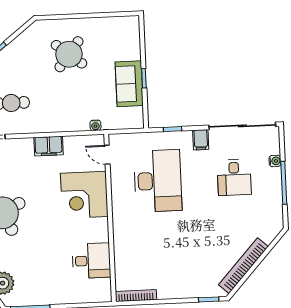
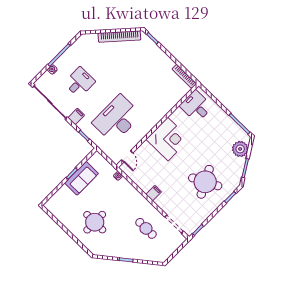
round table: (69, 54) -> (95, 222), turned -38
filing cabinet: (49, 146) -> (154, 193), width x0.50
corner desk: (84, 195) -> (168, 139), moved
desk: (91, 261) -> (196, 106), moved

